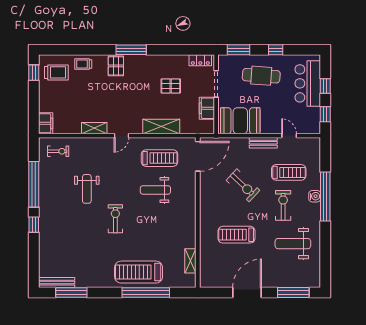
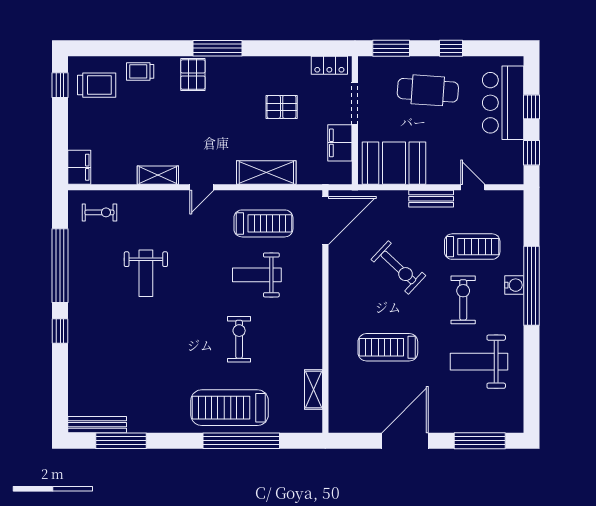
exercise bike: (115, 219) -> (239, 339), moved

